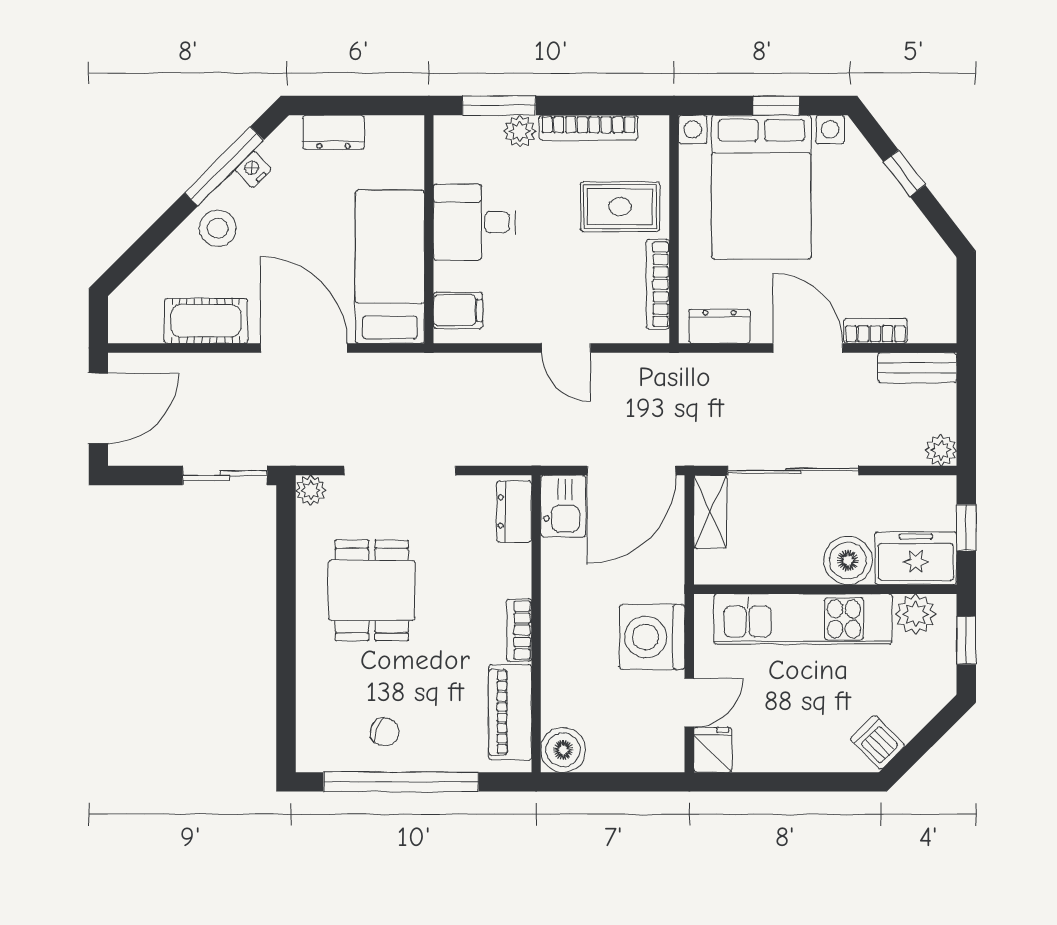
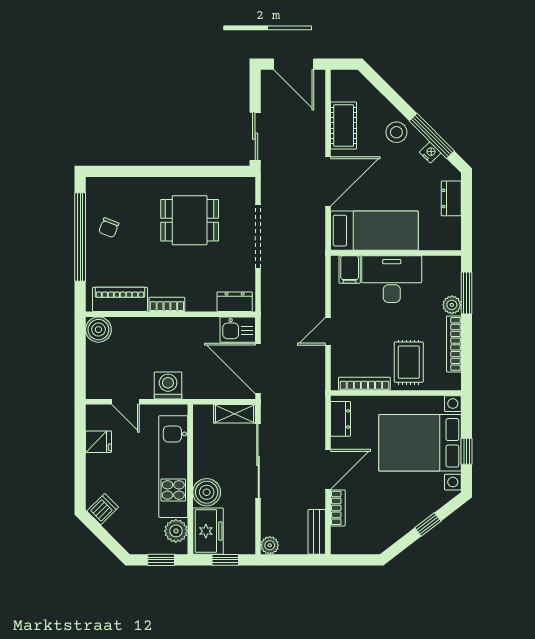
desk: (475, 222) -> (392, 279), width x1.37
plant: (311, 490) -> (247, 185), removed
washing machine: (652, 637) -> (168, 385), width x0.73, depth x0.73
fridge: (713, 750) -> (99, 442), moved

